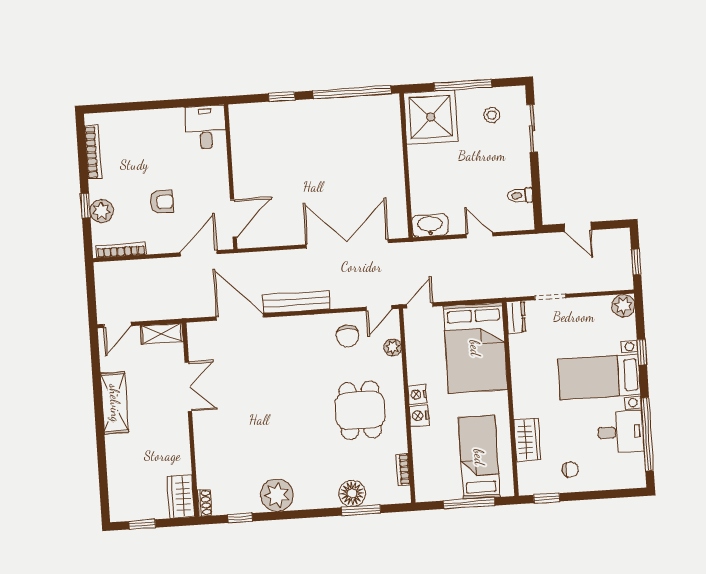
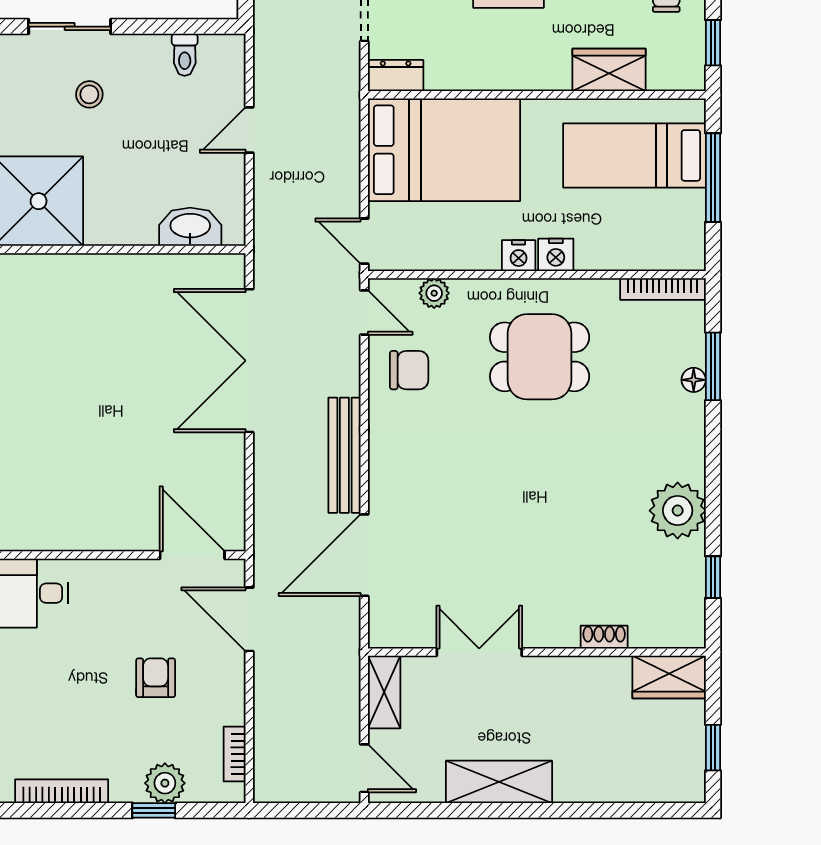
stool: (492, 115) -> (89, 94), moved
washbasin: (430, 225) -> (190, 227), moved, turned 90
bookcase: (121, 250) -> (235, 754), width x0.64
bookcase: (403, 470) -> (663, 289), width x1.56
floor lamp: (352, 493) -> (694, 380), width x0.53, depth x0.53
shoe rack: (205, 503) -> (604, 637), moved

